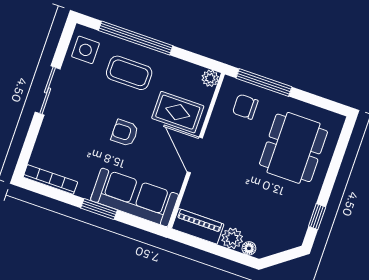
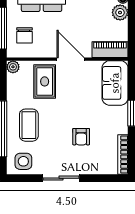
armchair: (125, 133) -> (81, 137), moved
door: (195, 155) -> (71, 59), swing flipped
sofa: (135, 197) -> (115, 83), width x0.73
piano: (198, 226) -> (110, 50), moved, turned 90

